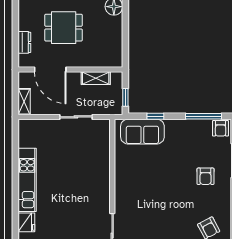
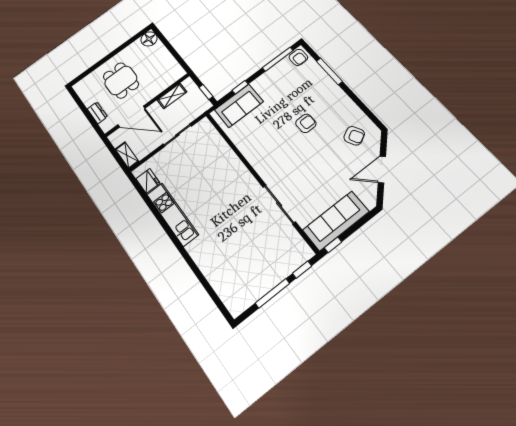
dining table: (64, 28) -> (121, 80), turned 90
armchair: (205, 176) -> (306, 123), moved, turned -90
fridge: (26, 222) -> (148, 181), moved

